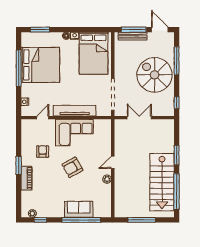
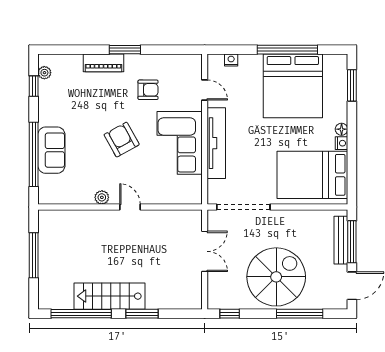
stairs: (162, 182) -> (110, 296), width x0.73, depth x0.66

